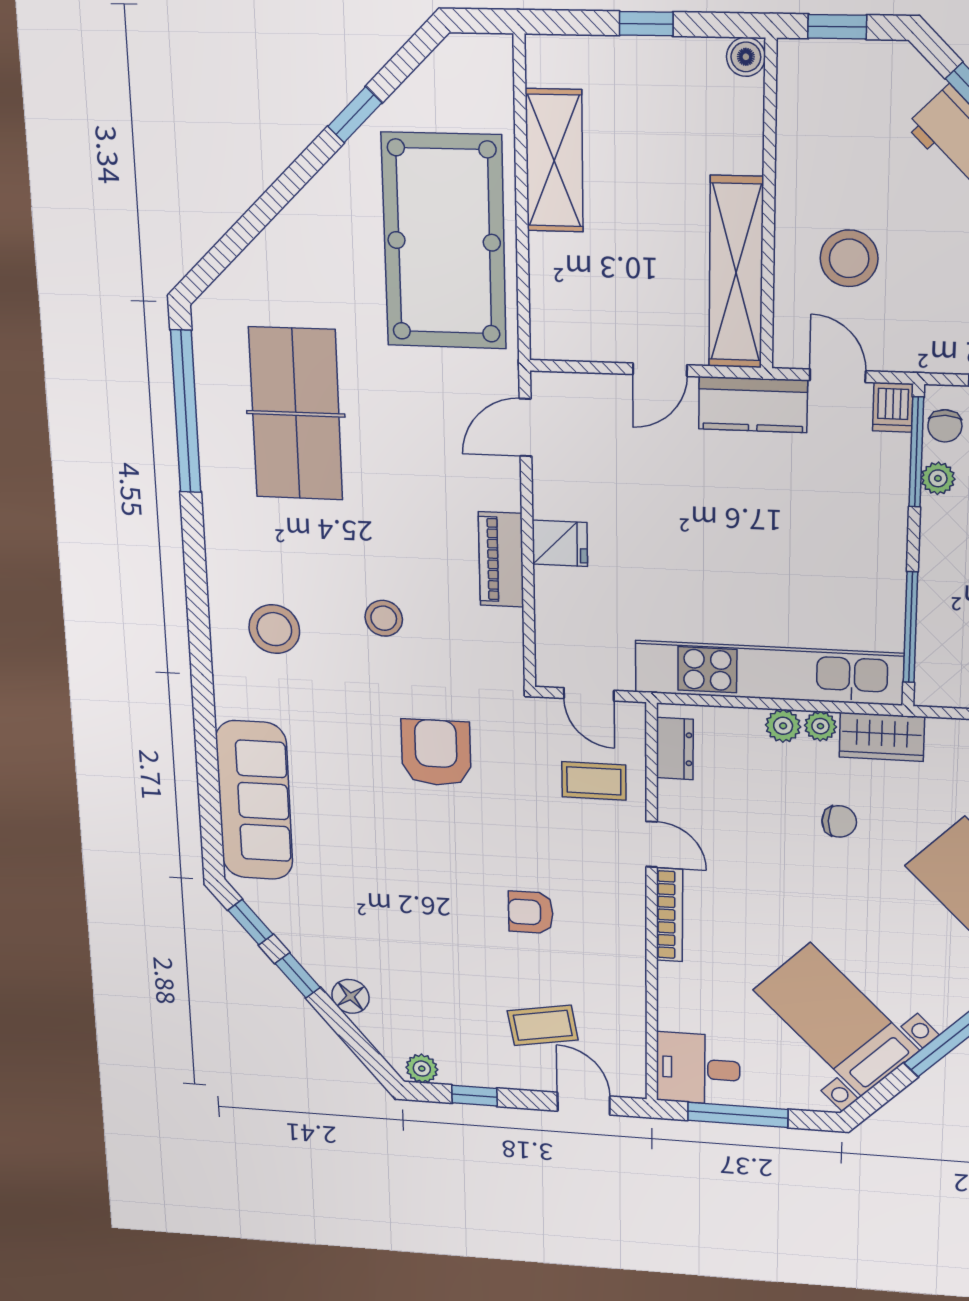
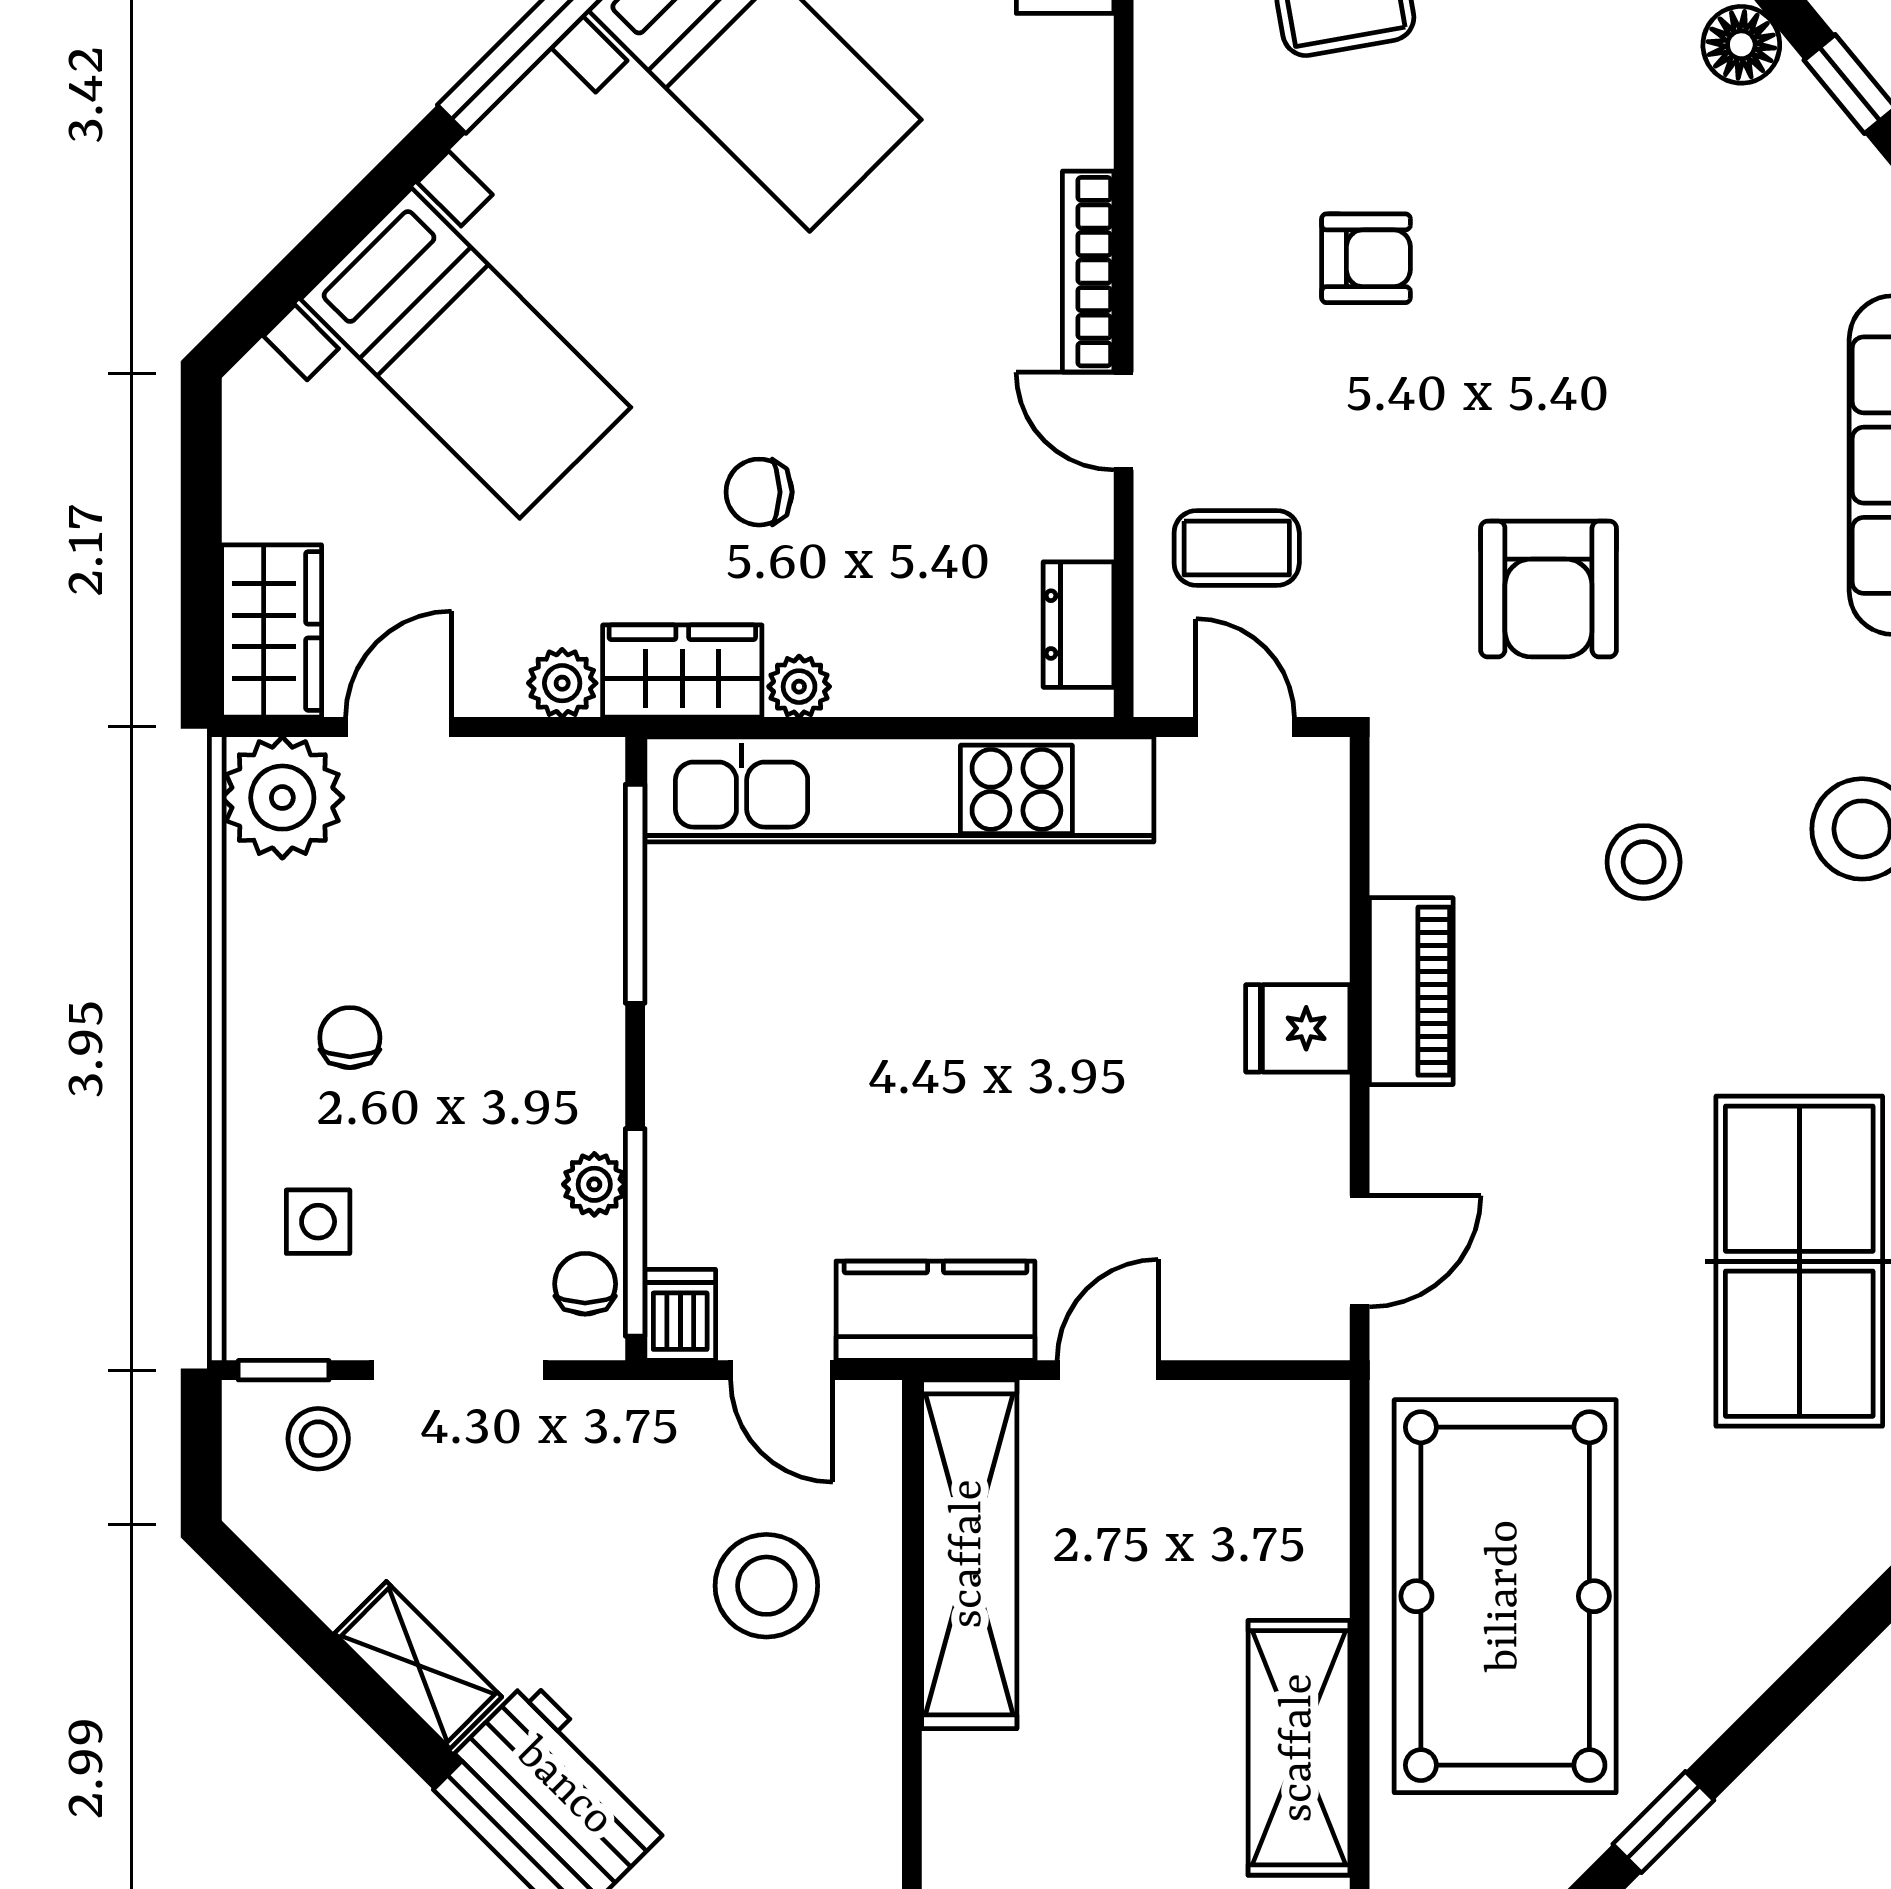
plant: (783, 726) -> (562, 683), moved

